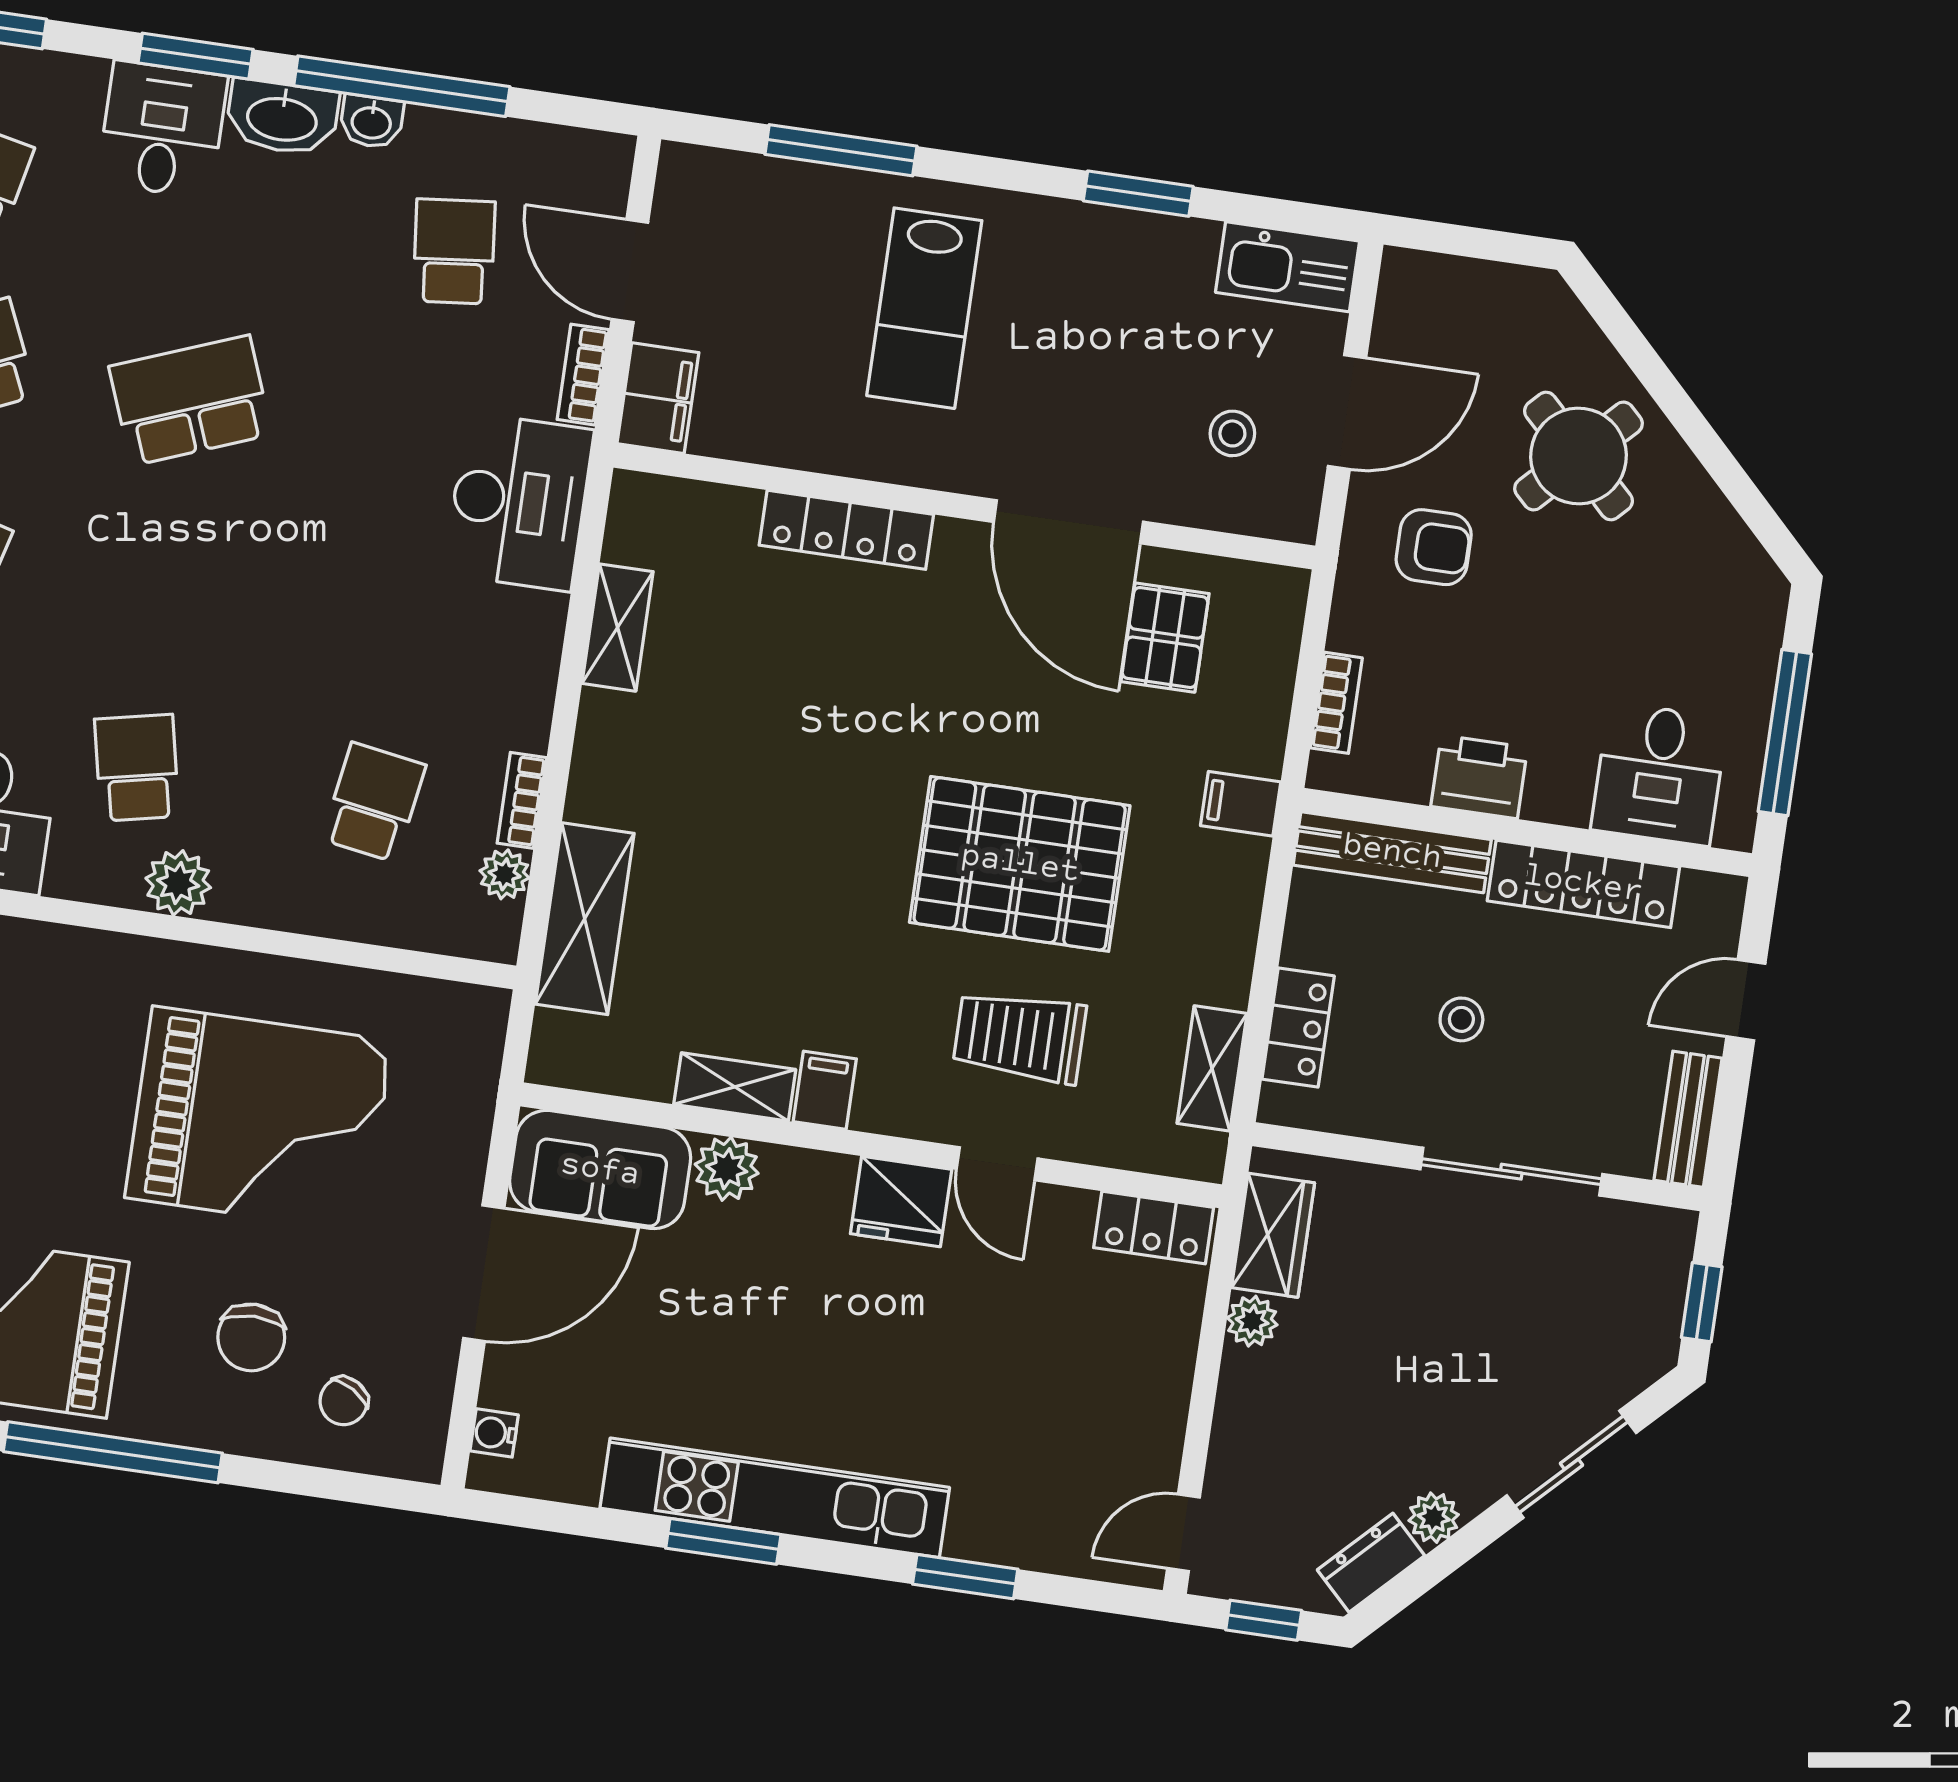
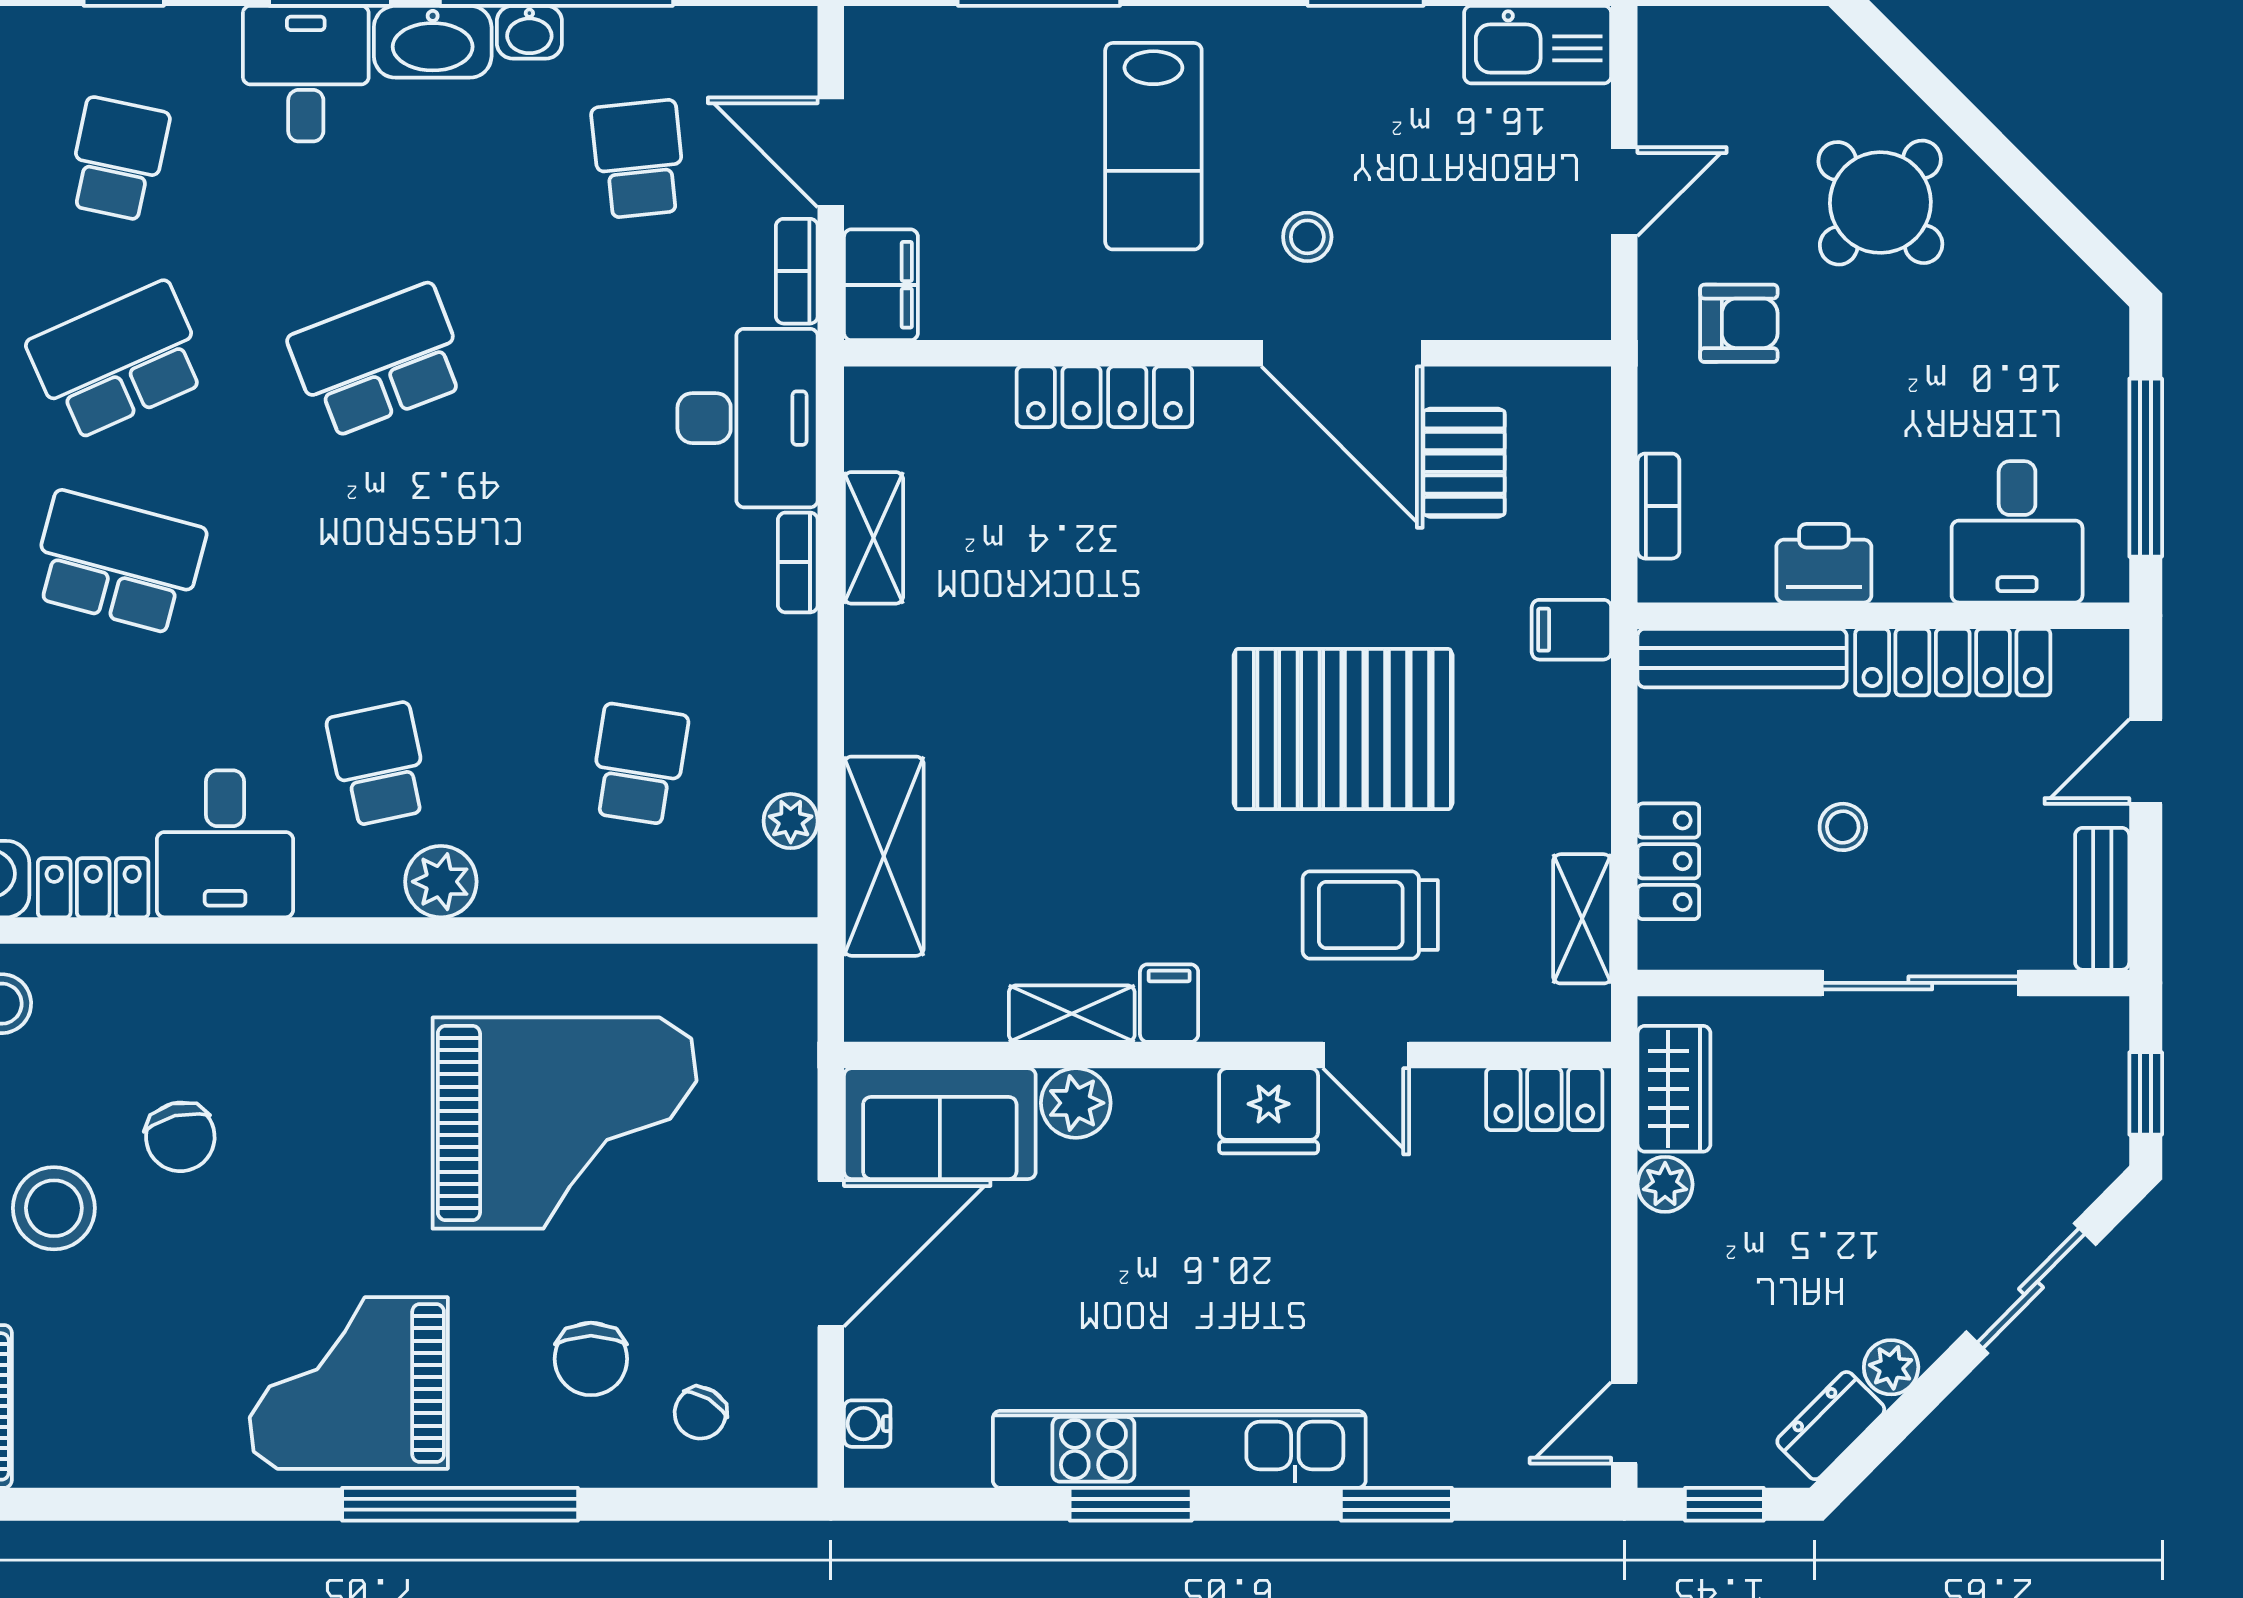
door: (1347, 412) -> (1624, 192), width x0.73
stool: (1232, 433) -> (1307, 237), moved
bookcase: (522, 800) -> (798, 562), moved

